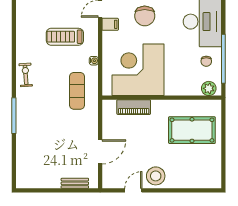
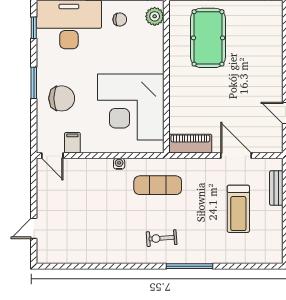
treadmill: (65, 37) -> (238, 209), moved
exercise bike: (26, 75) -> (162, 238), moved
piano: (134, 107) -> (190, 144), moved, turned -90
stool: (156, 176) -> (267, 84), removed

